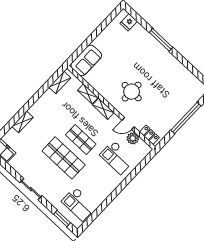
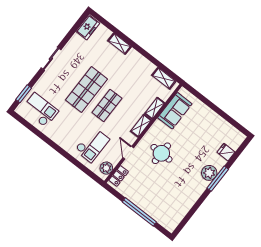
fridge: (129, 22) -> (226, 152), moved
plant: (155, 48) -> (209, 173), added
sofa: (86, 60) -> (175, 111), moved, turned -90
plant: (133, 138) -> (106, 168), moved
checkout: (117, 157) -> (92, 145), turned 180
checkout: (79, 204) -> (40, 110), turned 90

